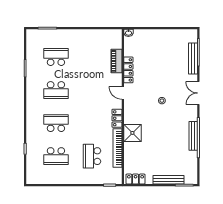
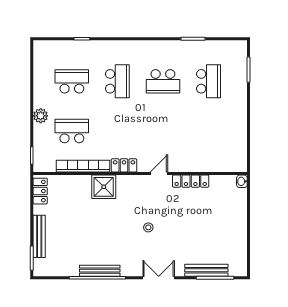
piano: (116, 61) -> (203, 165), removed
school desk: (56, 90) -> (163, 81), turned -90
school desk: (56, 156) -> (72, 81), turned 90
plant: (81, 179) -> (41, 116), added

